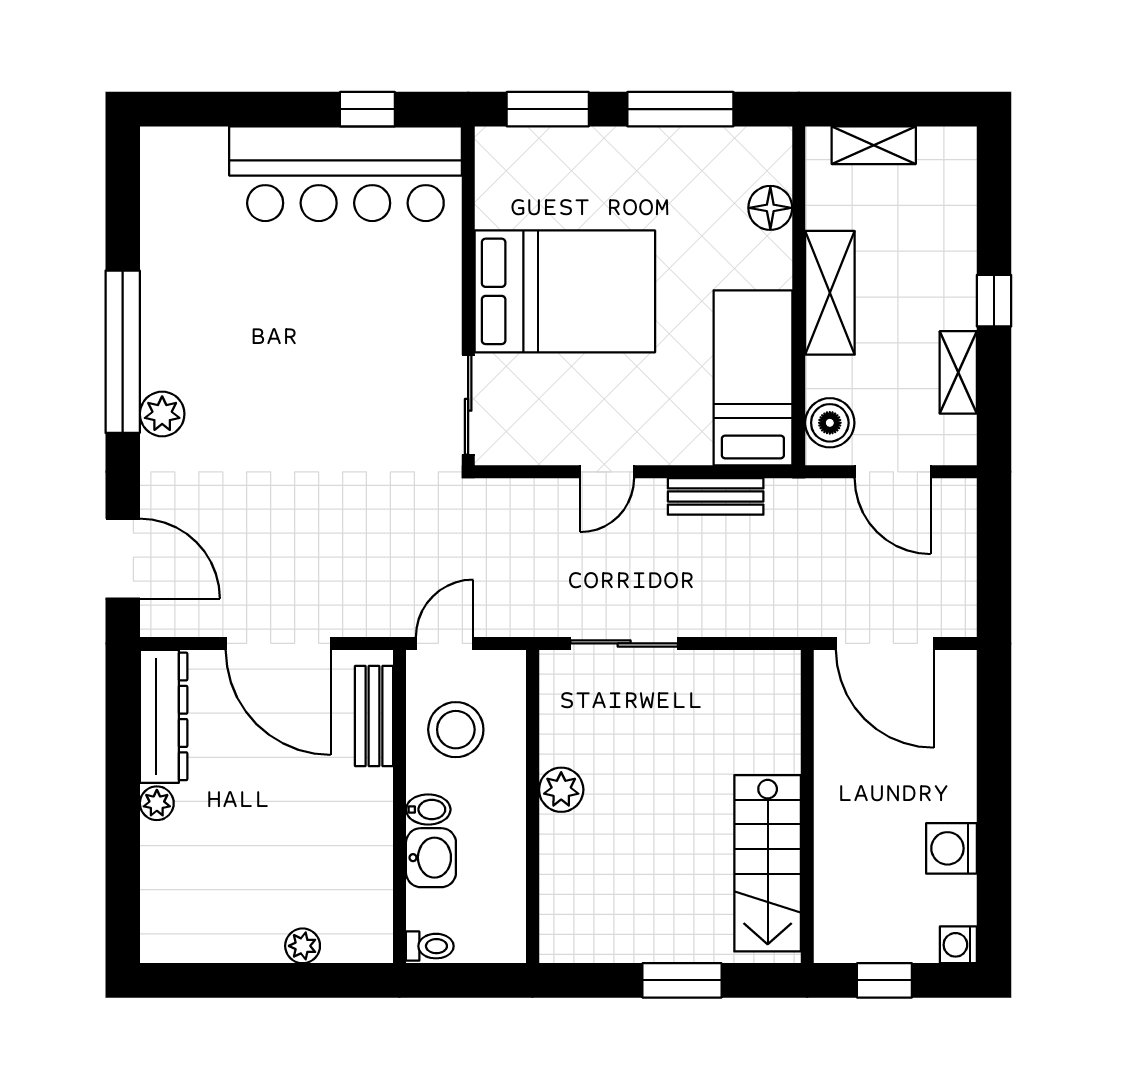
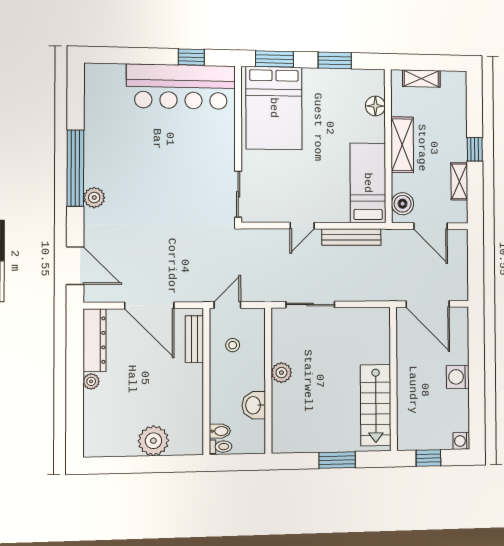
window: (680, 109) -> (335, 60), width x0.69
bed: (565, 291) -> (274, 108), moved, turned 90
bench: (716, 496) -> (351, 237), width x1.36
stool: (456, 730) -> (233, 345), width x0.53, depth x0.53
bidet: (428, 809) -> (220, 431), moved
washing machine: (952, 848) -> (458, 377), moved
washbasin: (431, 858) -> (254, 405), moved, turned 180
plant: (303, 946) -> (153, 441), width x1.87, depth x1.87

